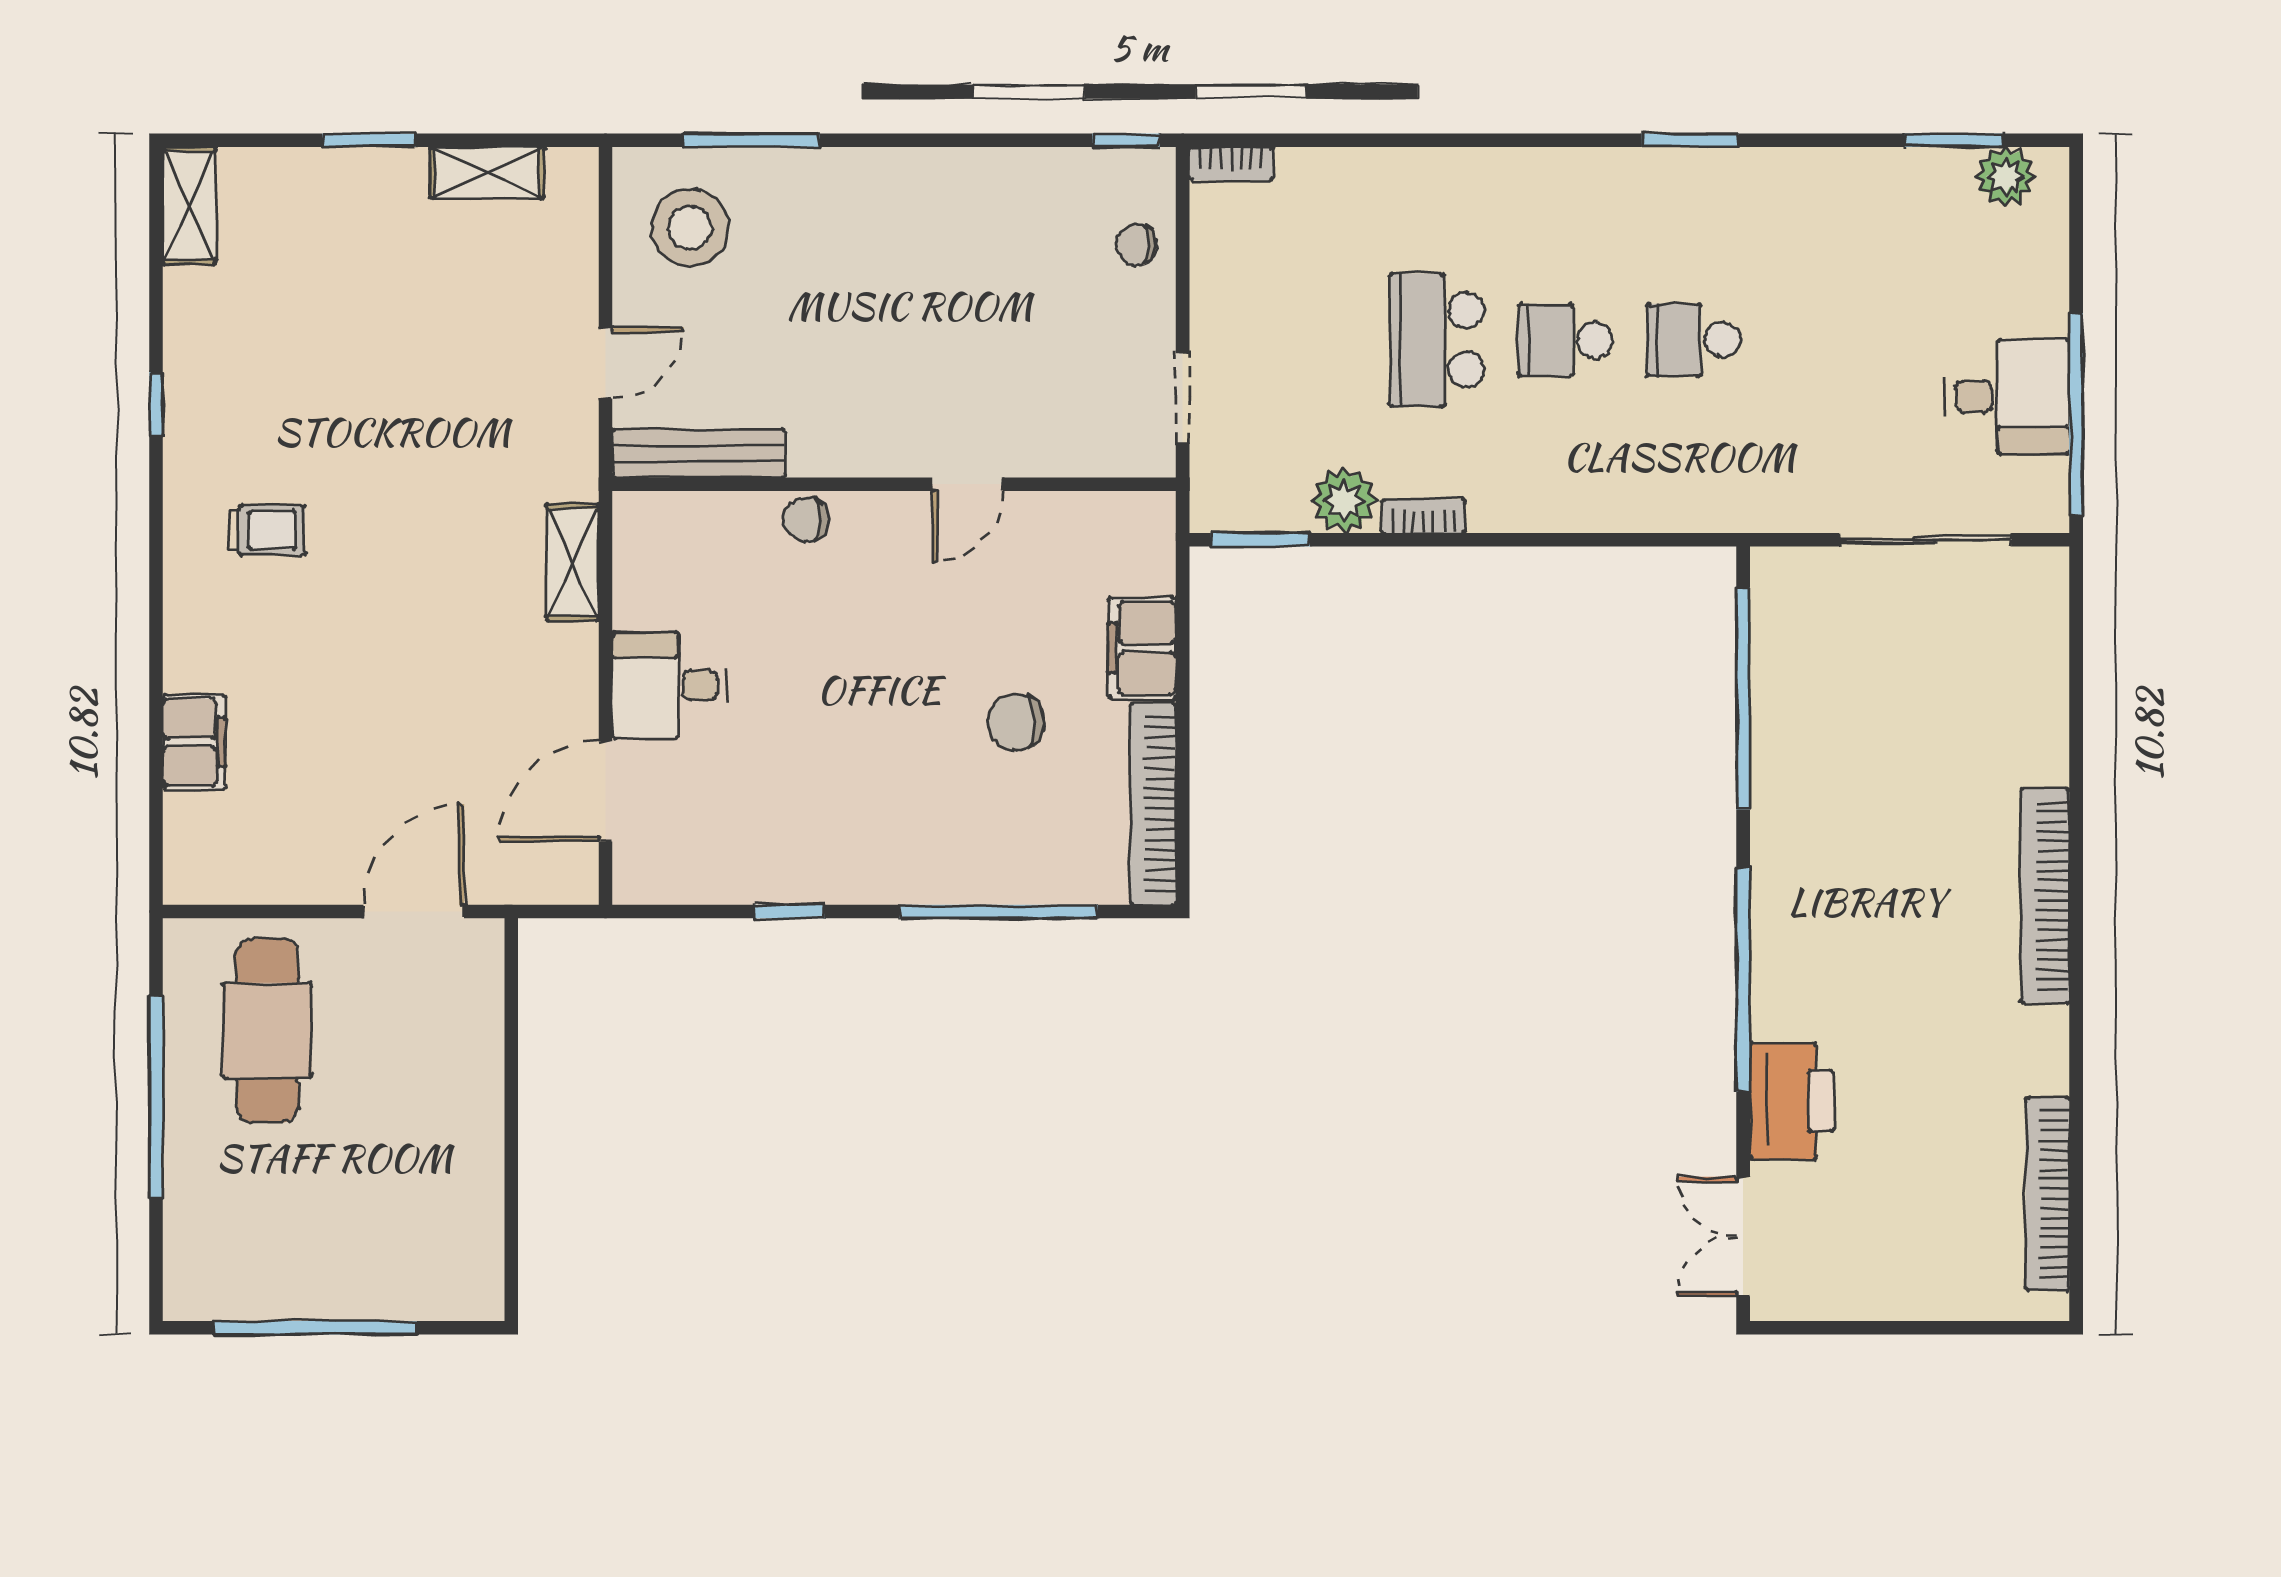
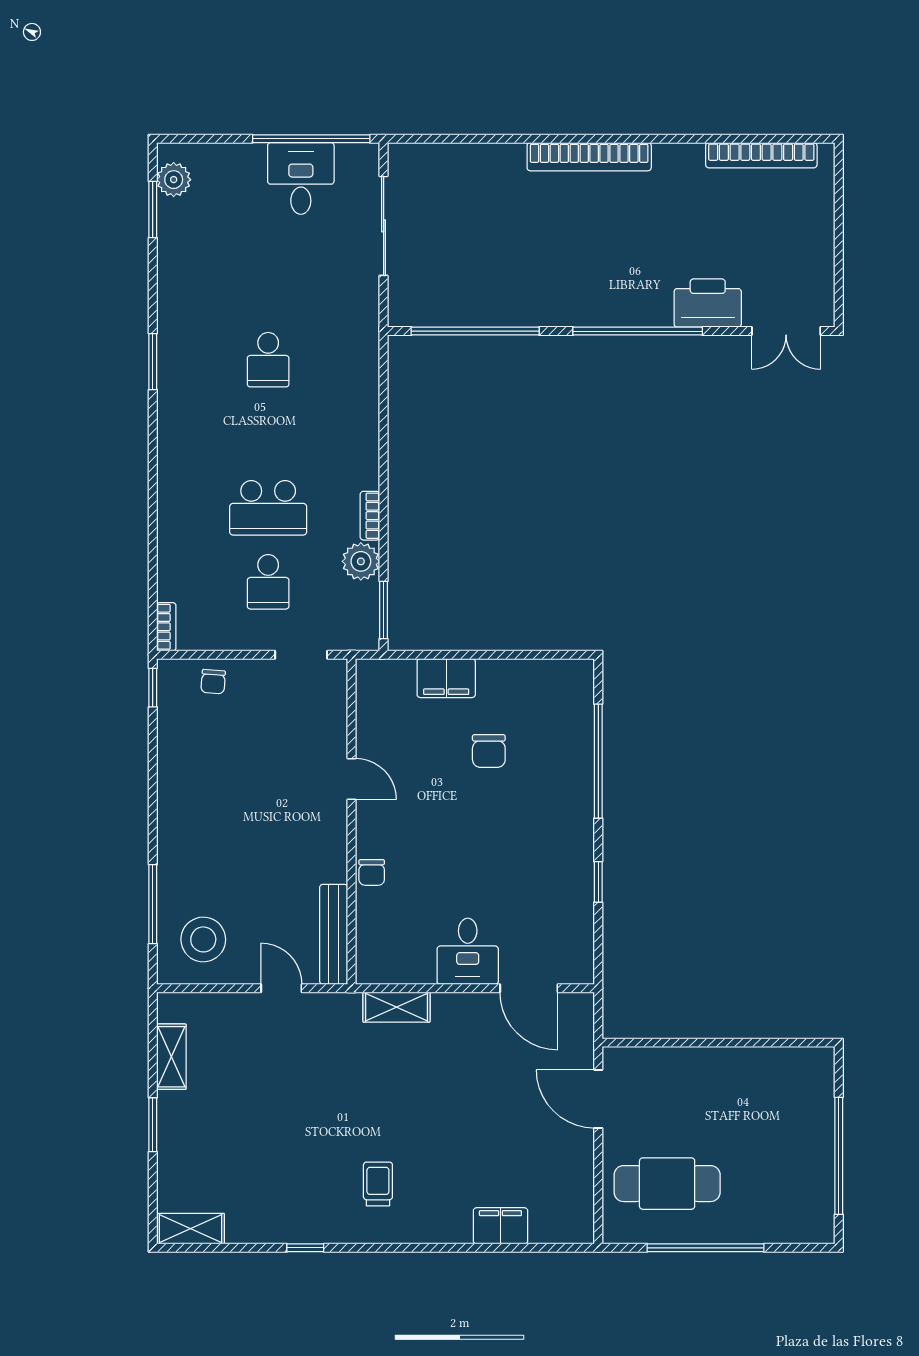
school desk: (1565, 340) -> (268, 582), moved
bookcase: (1153, 804) -> (536, 672), removed

